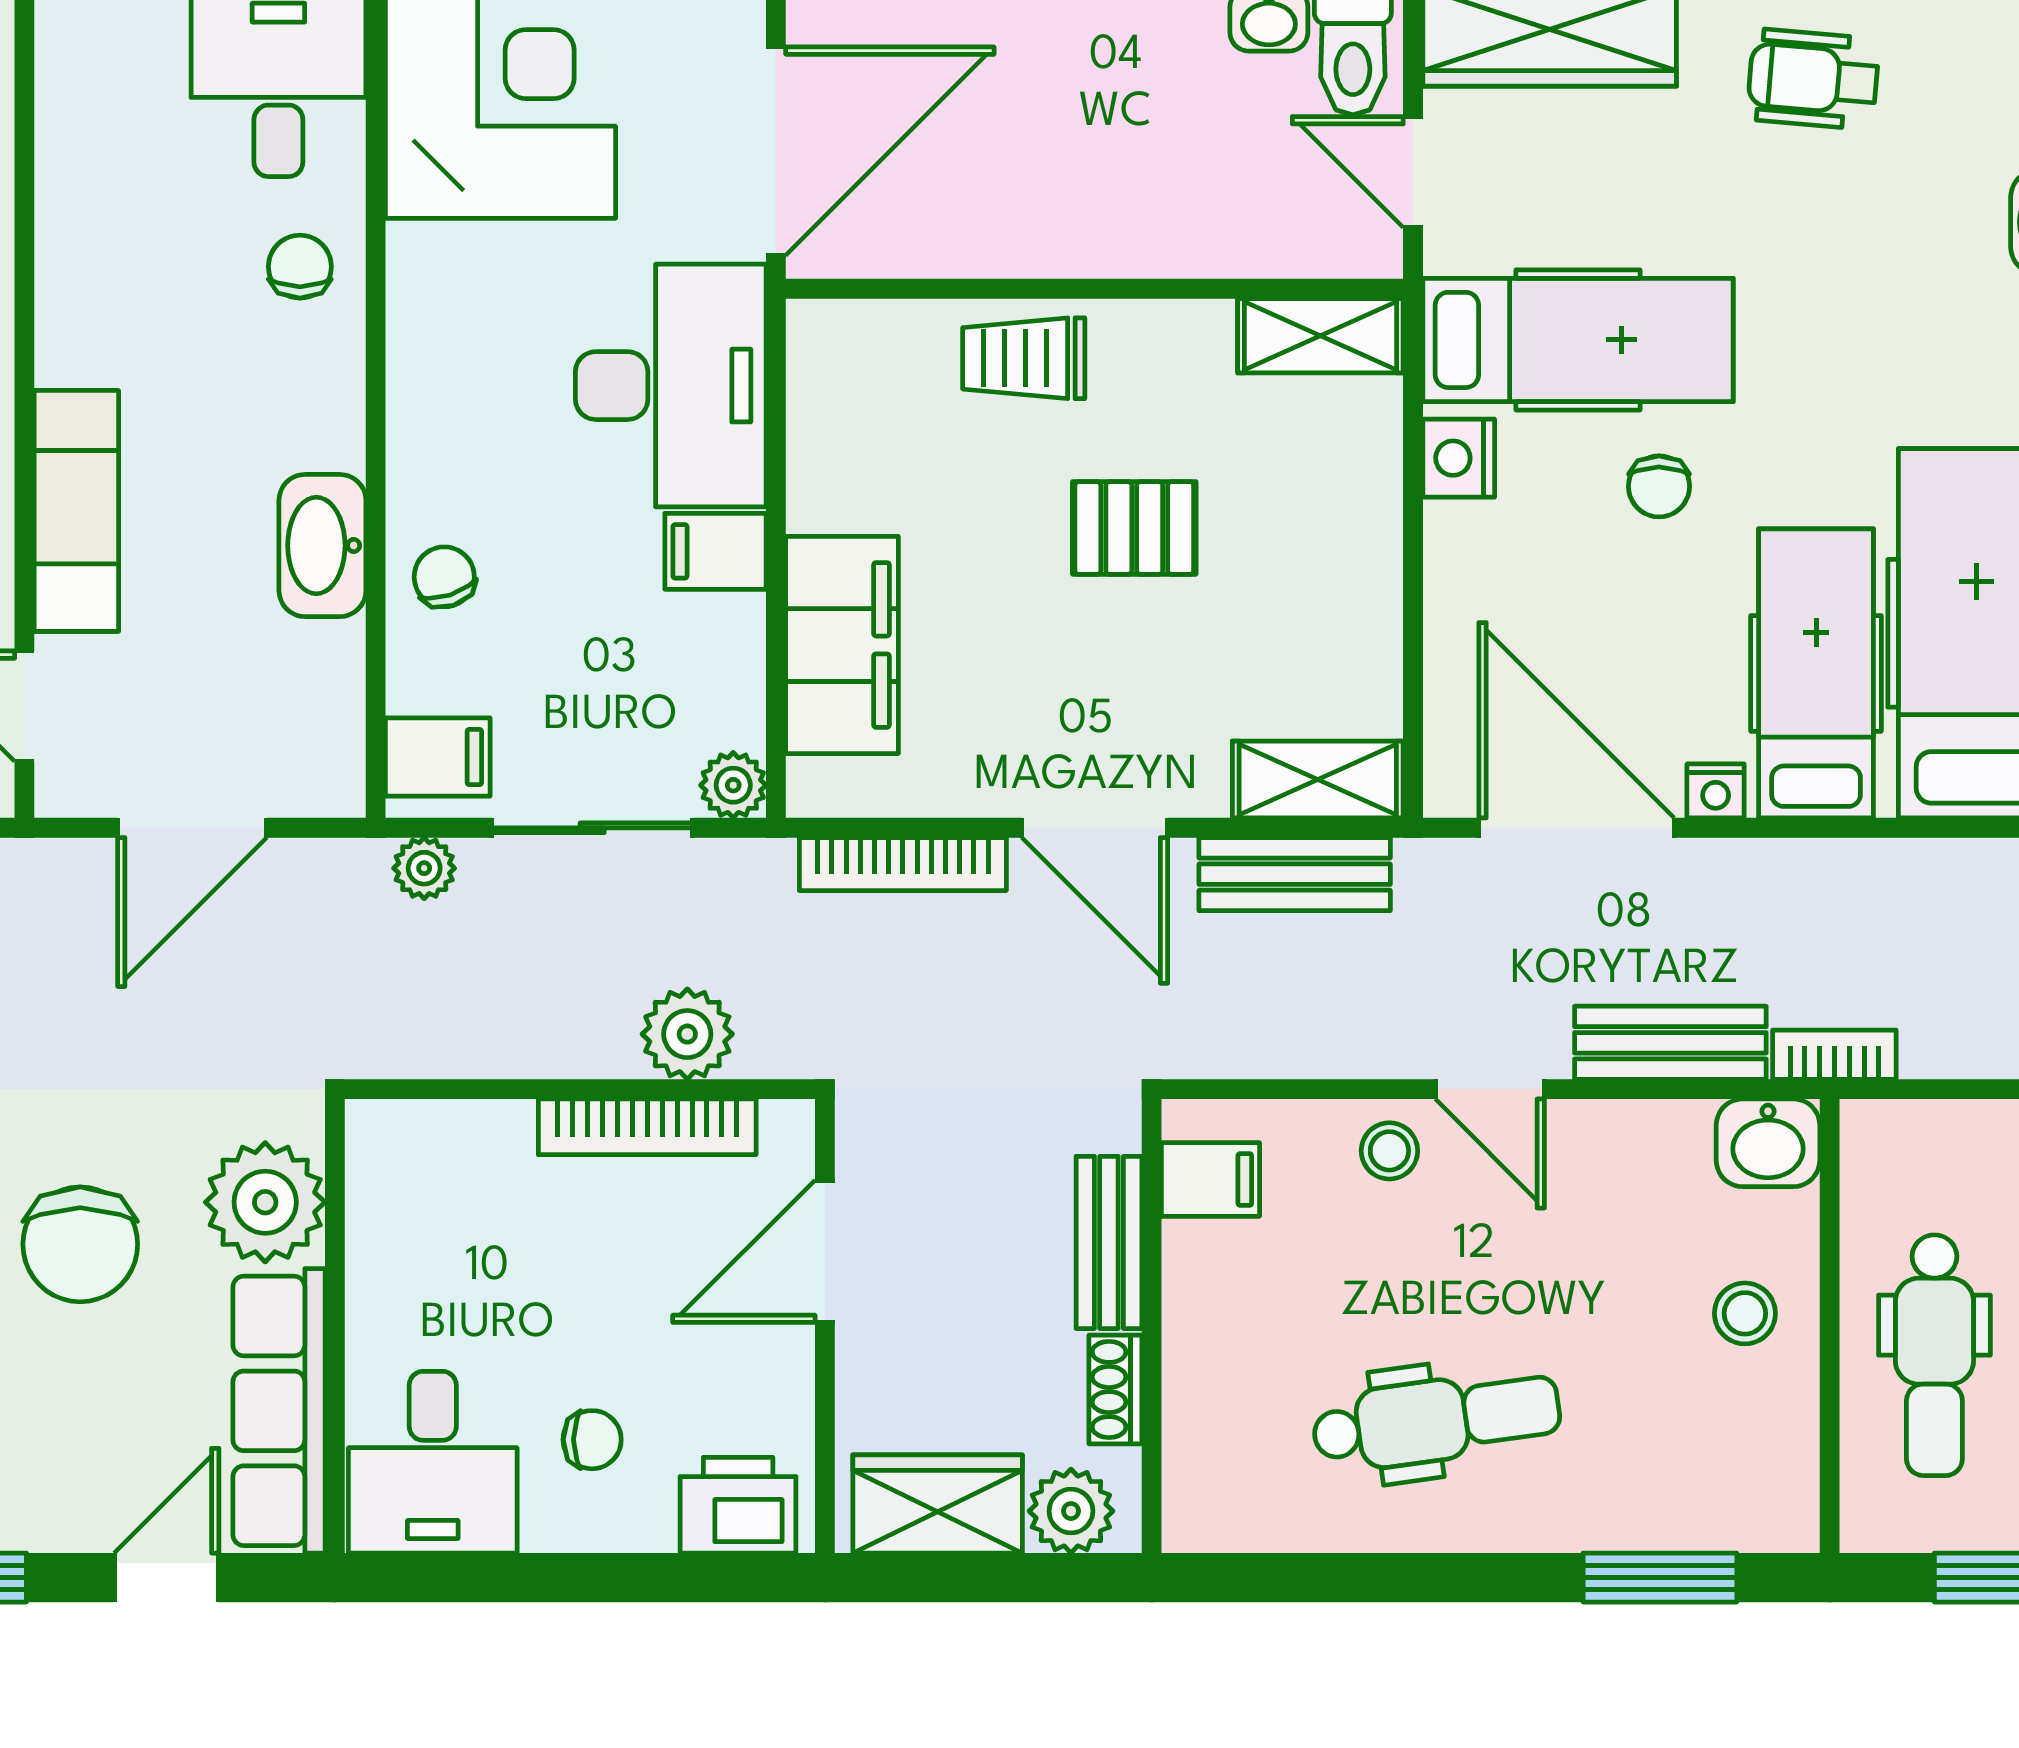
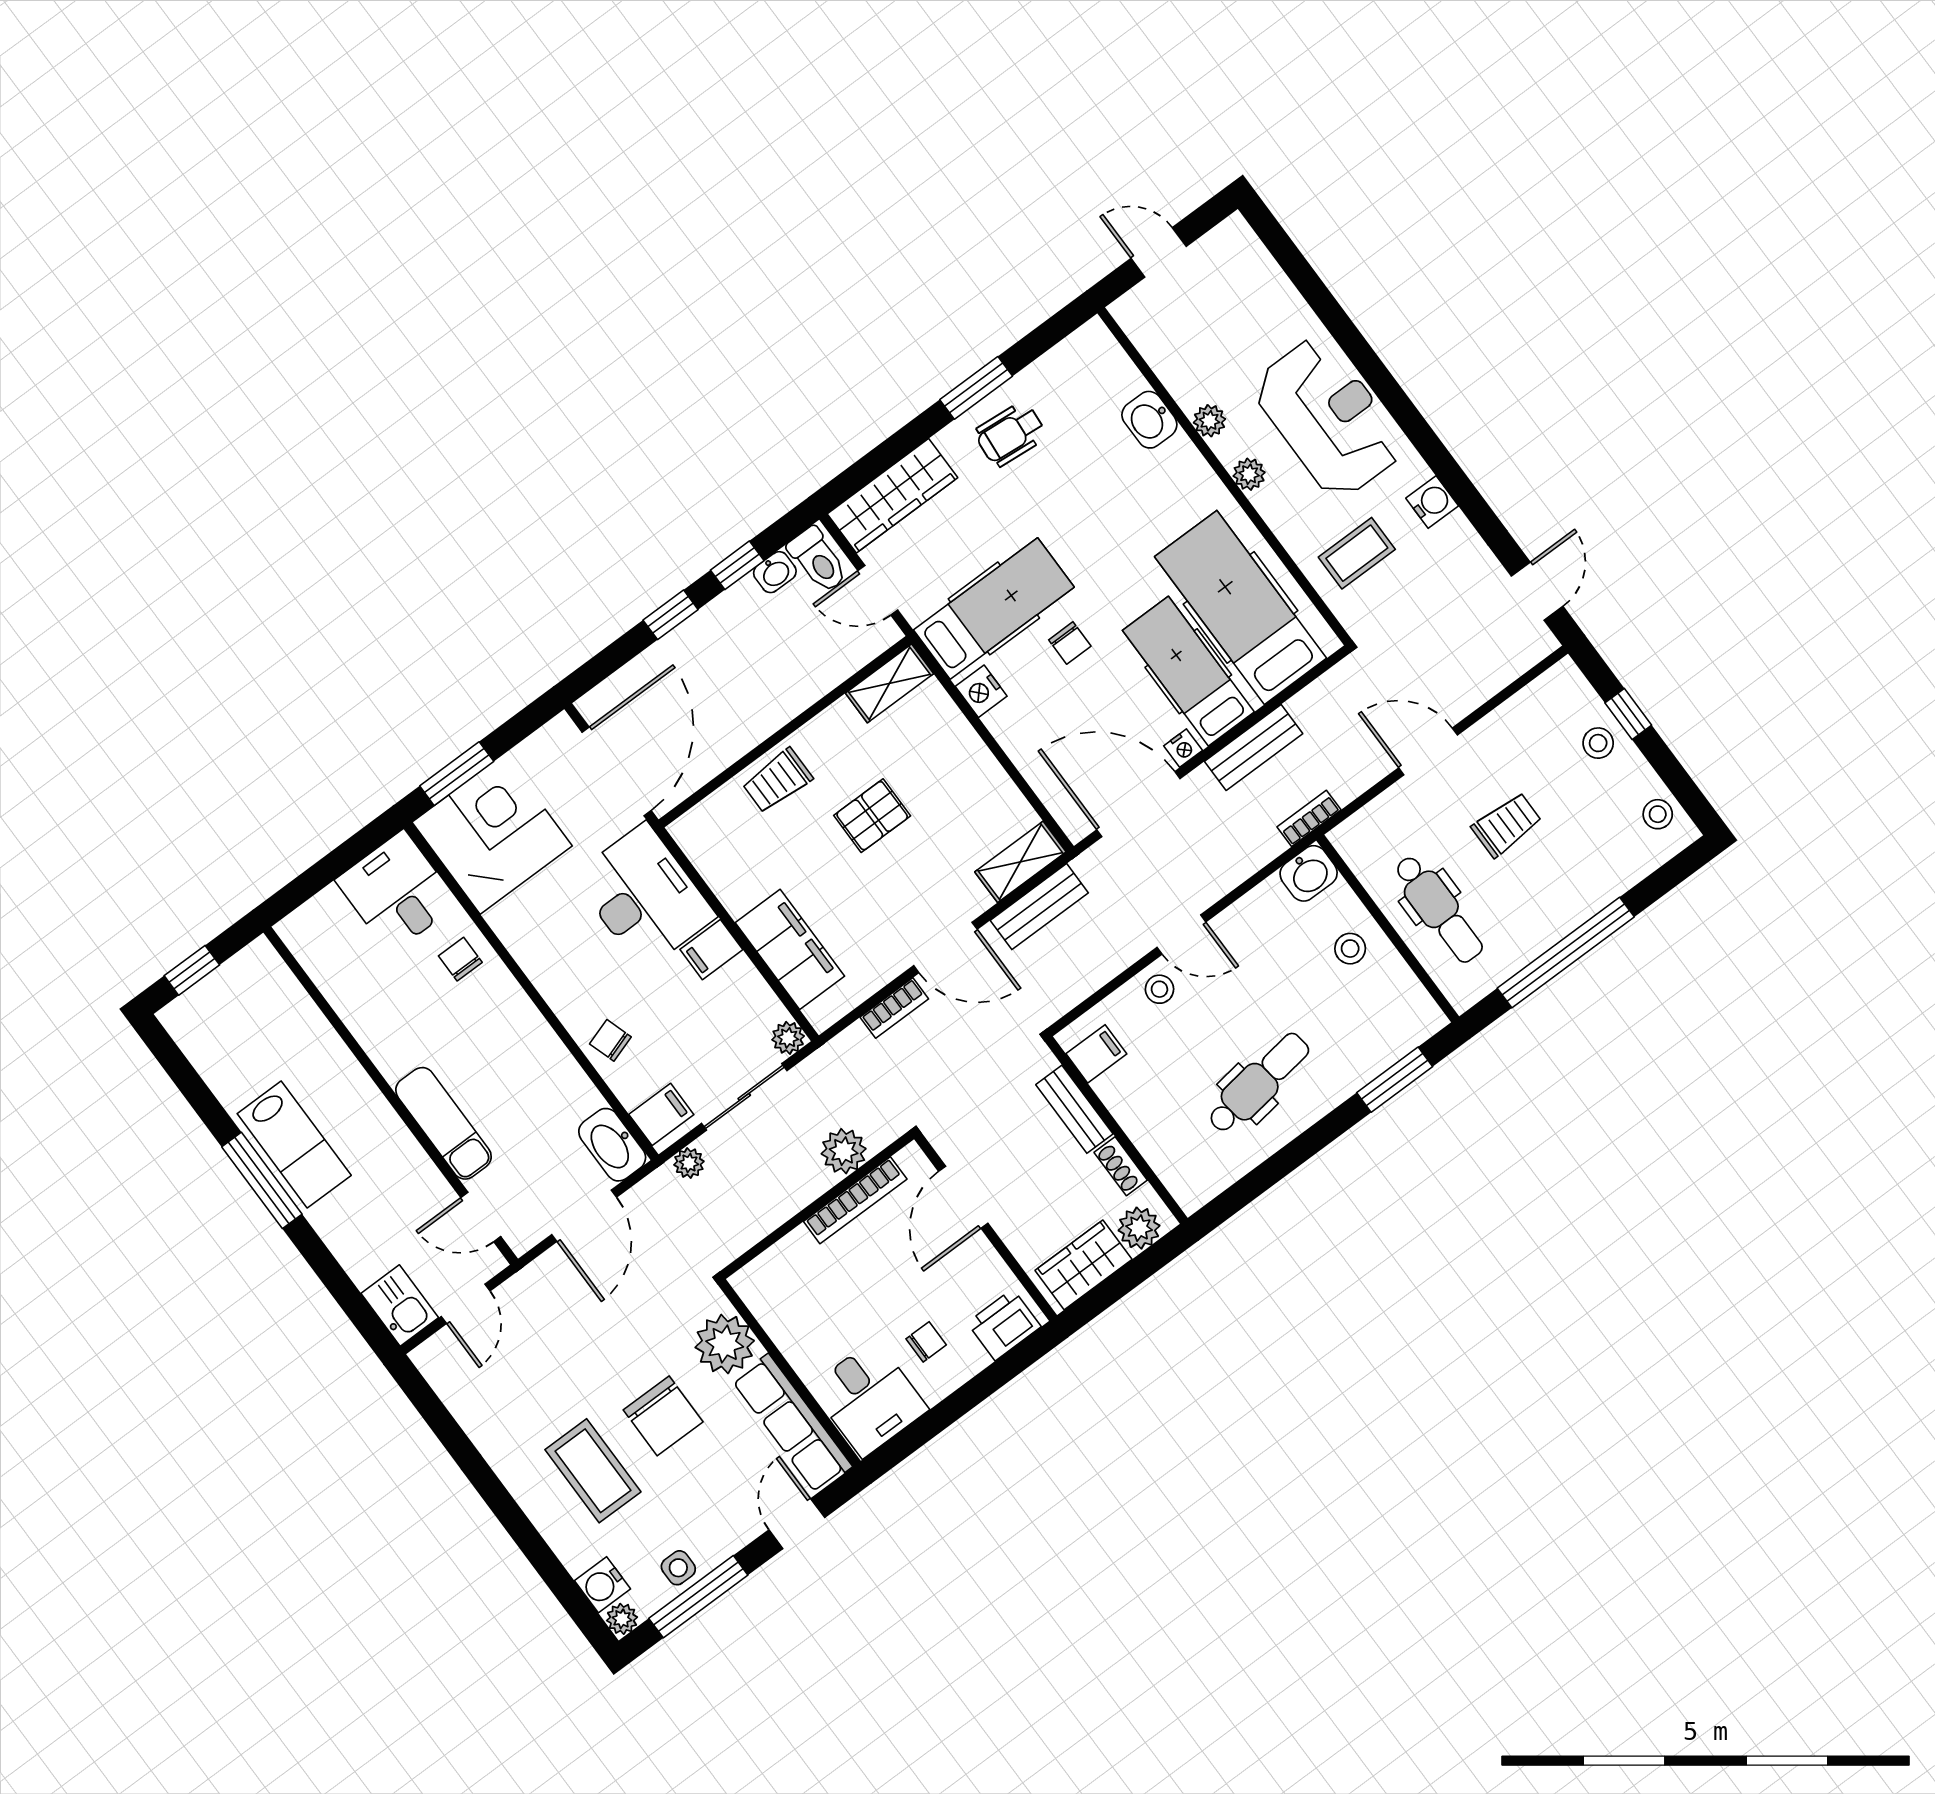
washbasin: (322, 546) -> (612, 1145), moved
bookcase: (903, 864) -> (894, 1008), width x0.64
bench: (1670, 1043) -> (1254, 747), moved

